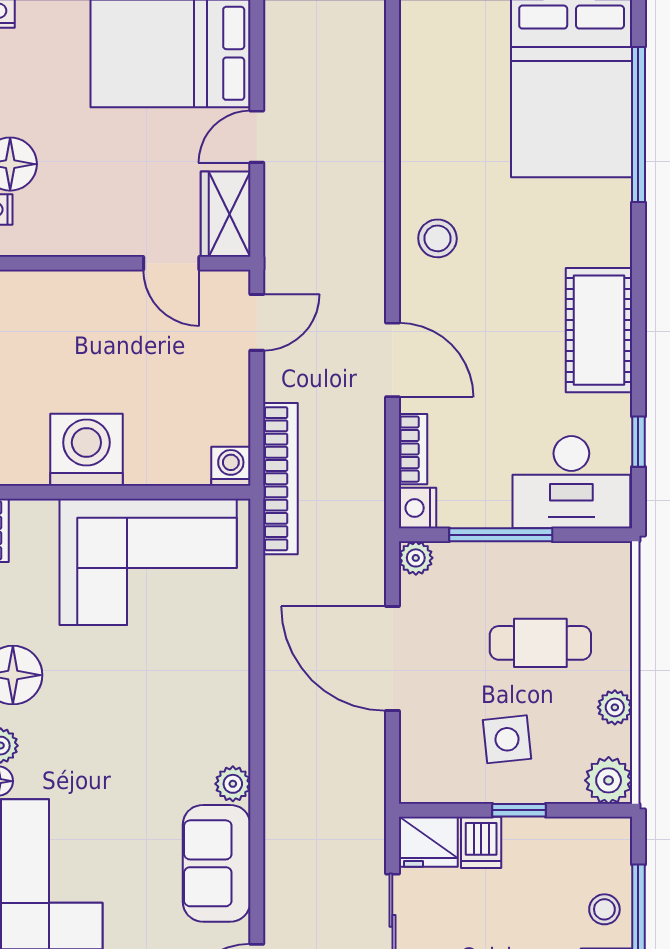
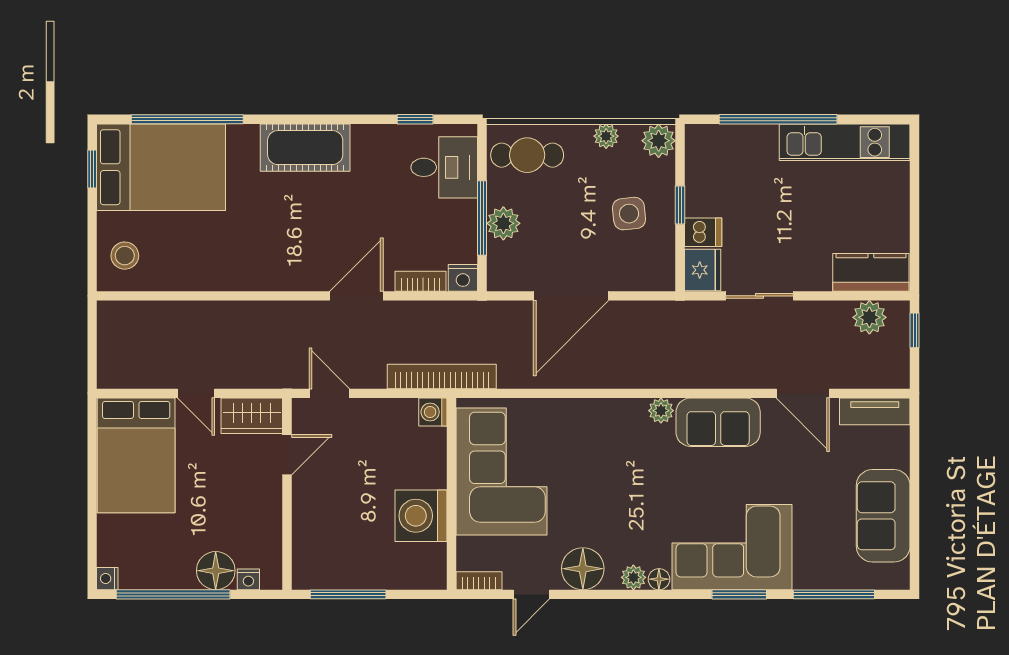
stool: (437, 238) -> (125, 256), moved
cot: (599, 330) -> (305, 148), moved
desk: (571, 482) -> (444, 167), width x0.73
plant: (416, 558) -> (503, 223), moved, width x1.38, depth x1.38
cafe table: (540, 643) -> (527, 155), moved, turned 90
stool: (604, 909) -> (751, 144), removed

